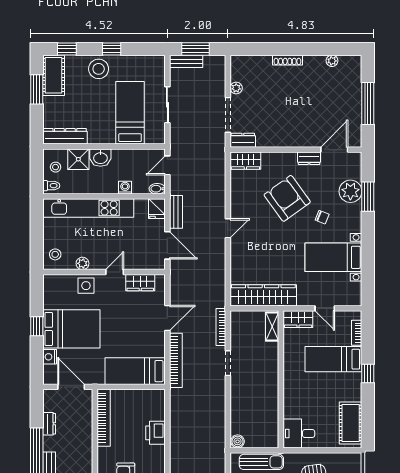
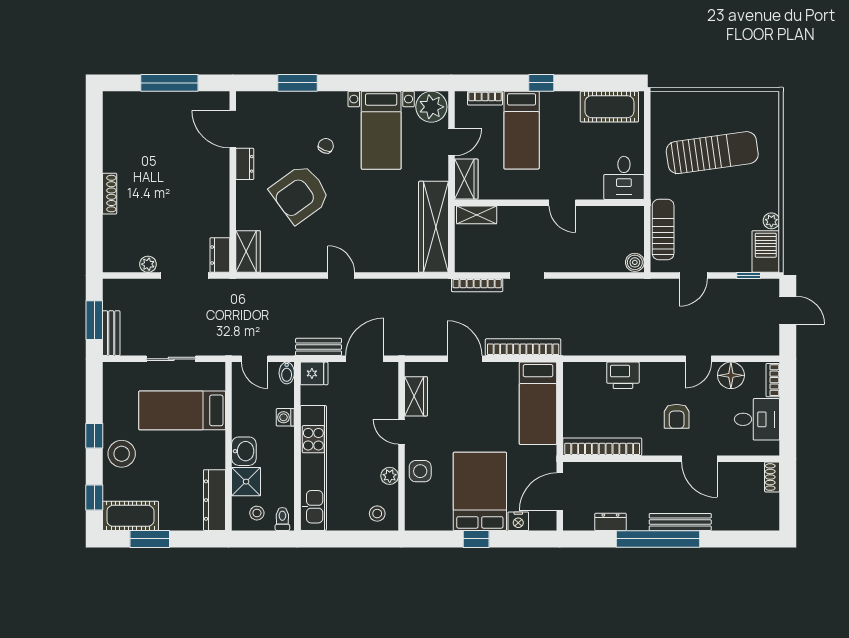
plant: (332, 61) -> (111, 132), removed
plant: (350, 191) -> (431, 107), moved
door: (281, 389) -> (562, 203), added

